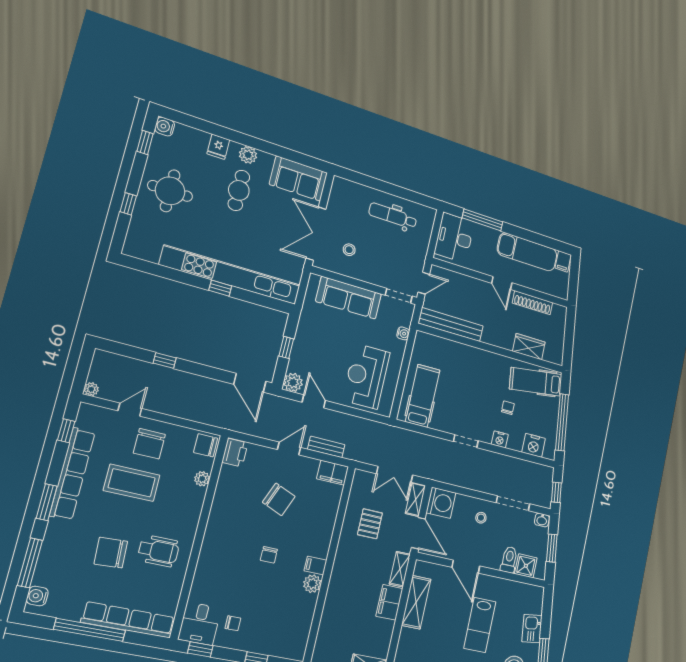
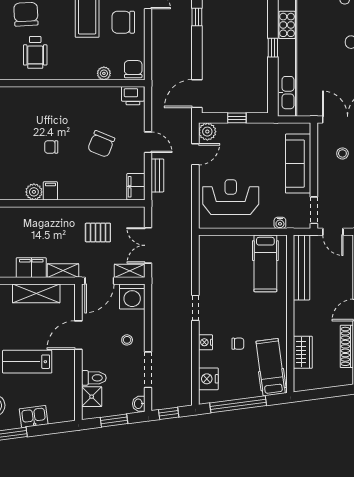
hospital bed: (423, 396) -> (265, 263), moved, turned 90

